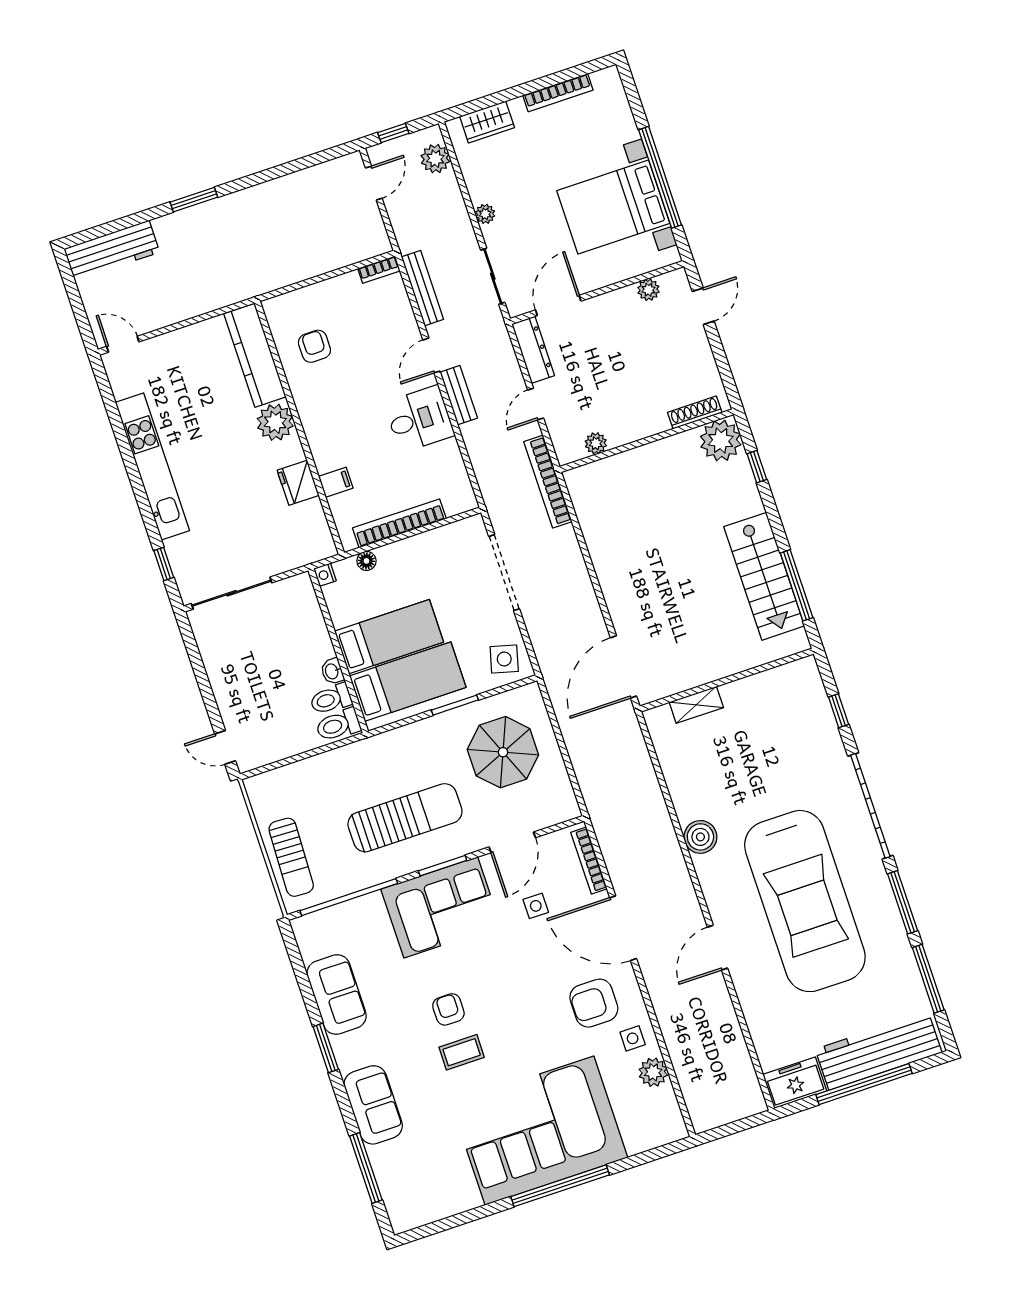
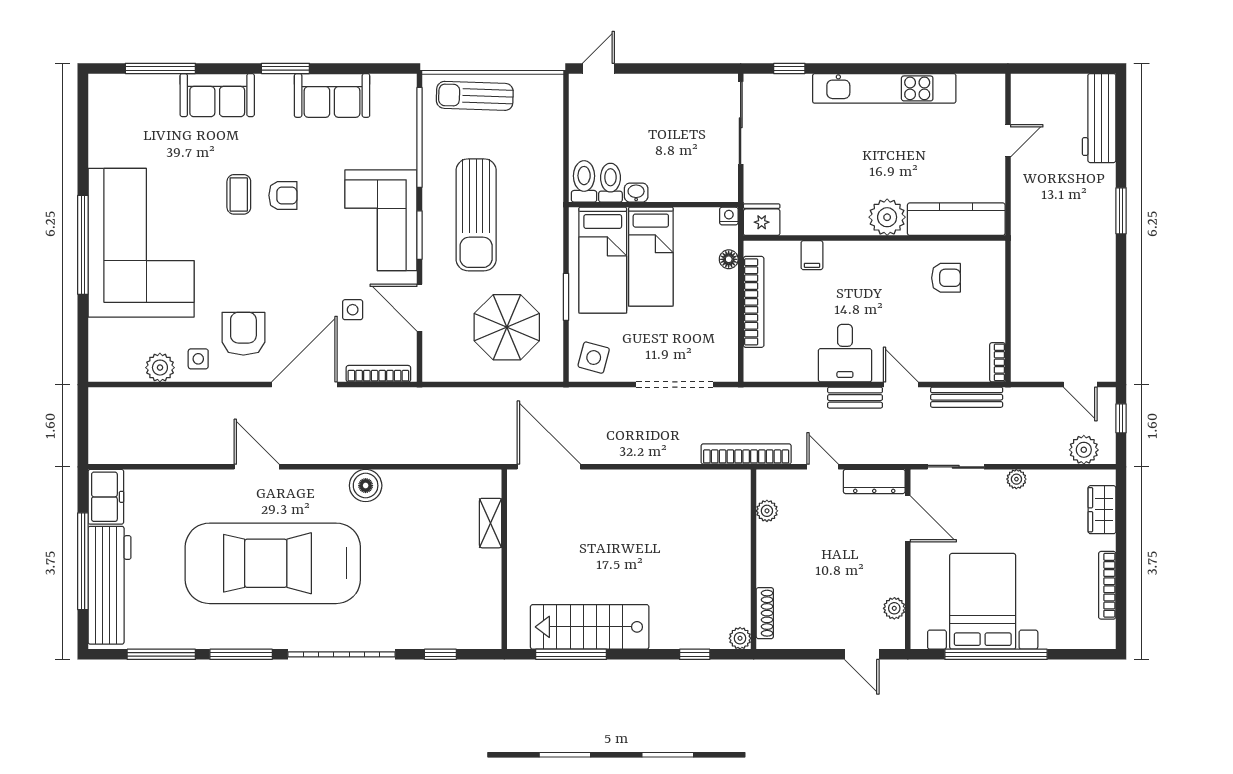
door: (123, 344) -> (1008, 141), moved
plant: (721, 441) -> (740, 638), width x0.53, depth x0.53
fridge: (298, 483) -> (762, 220), moved

